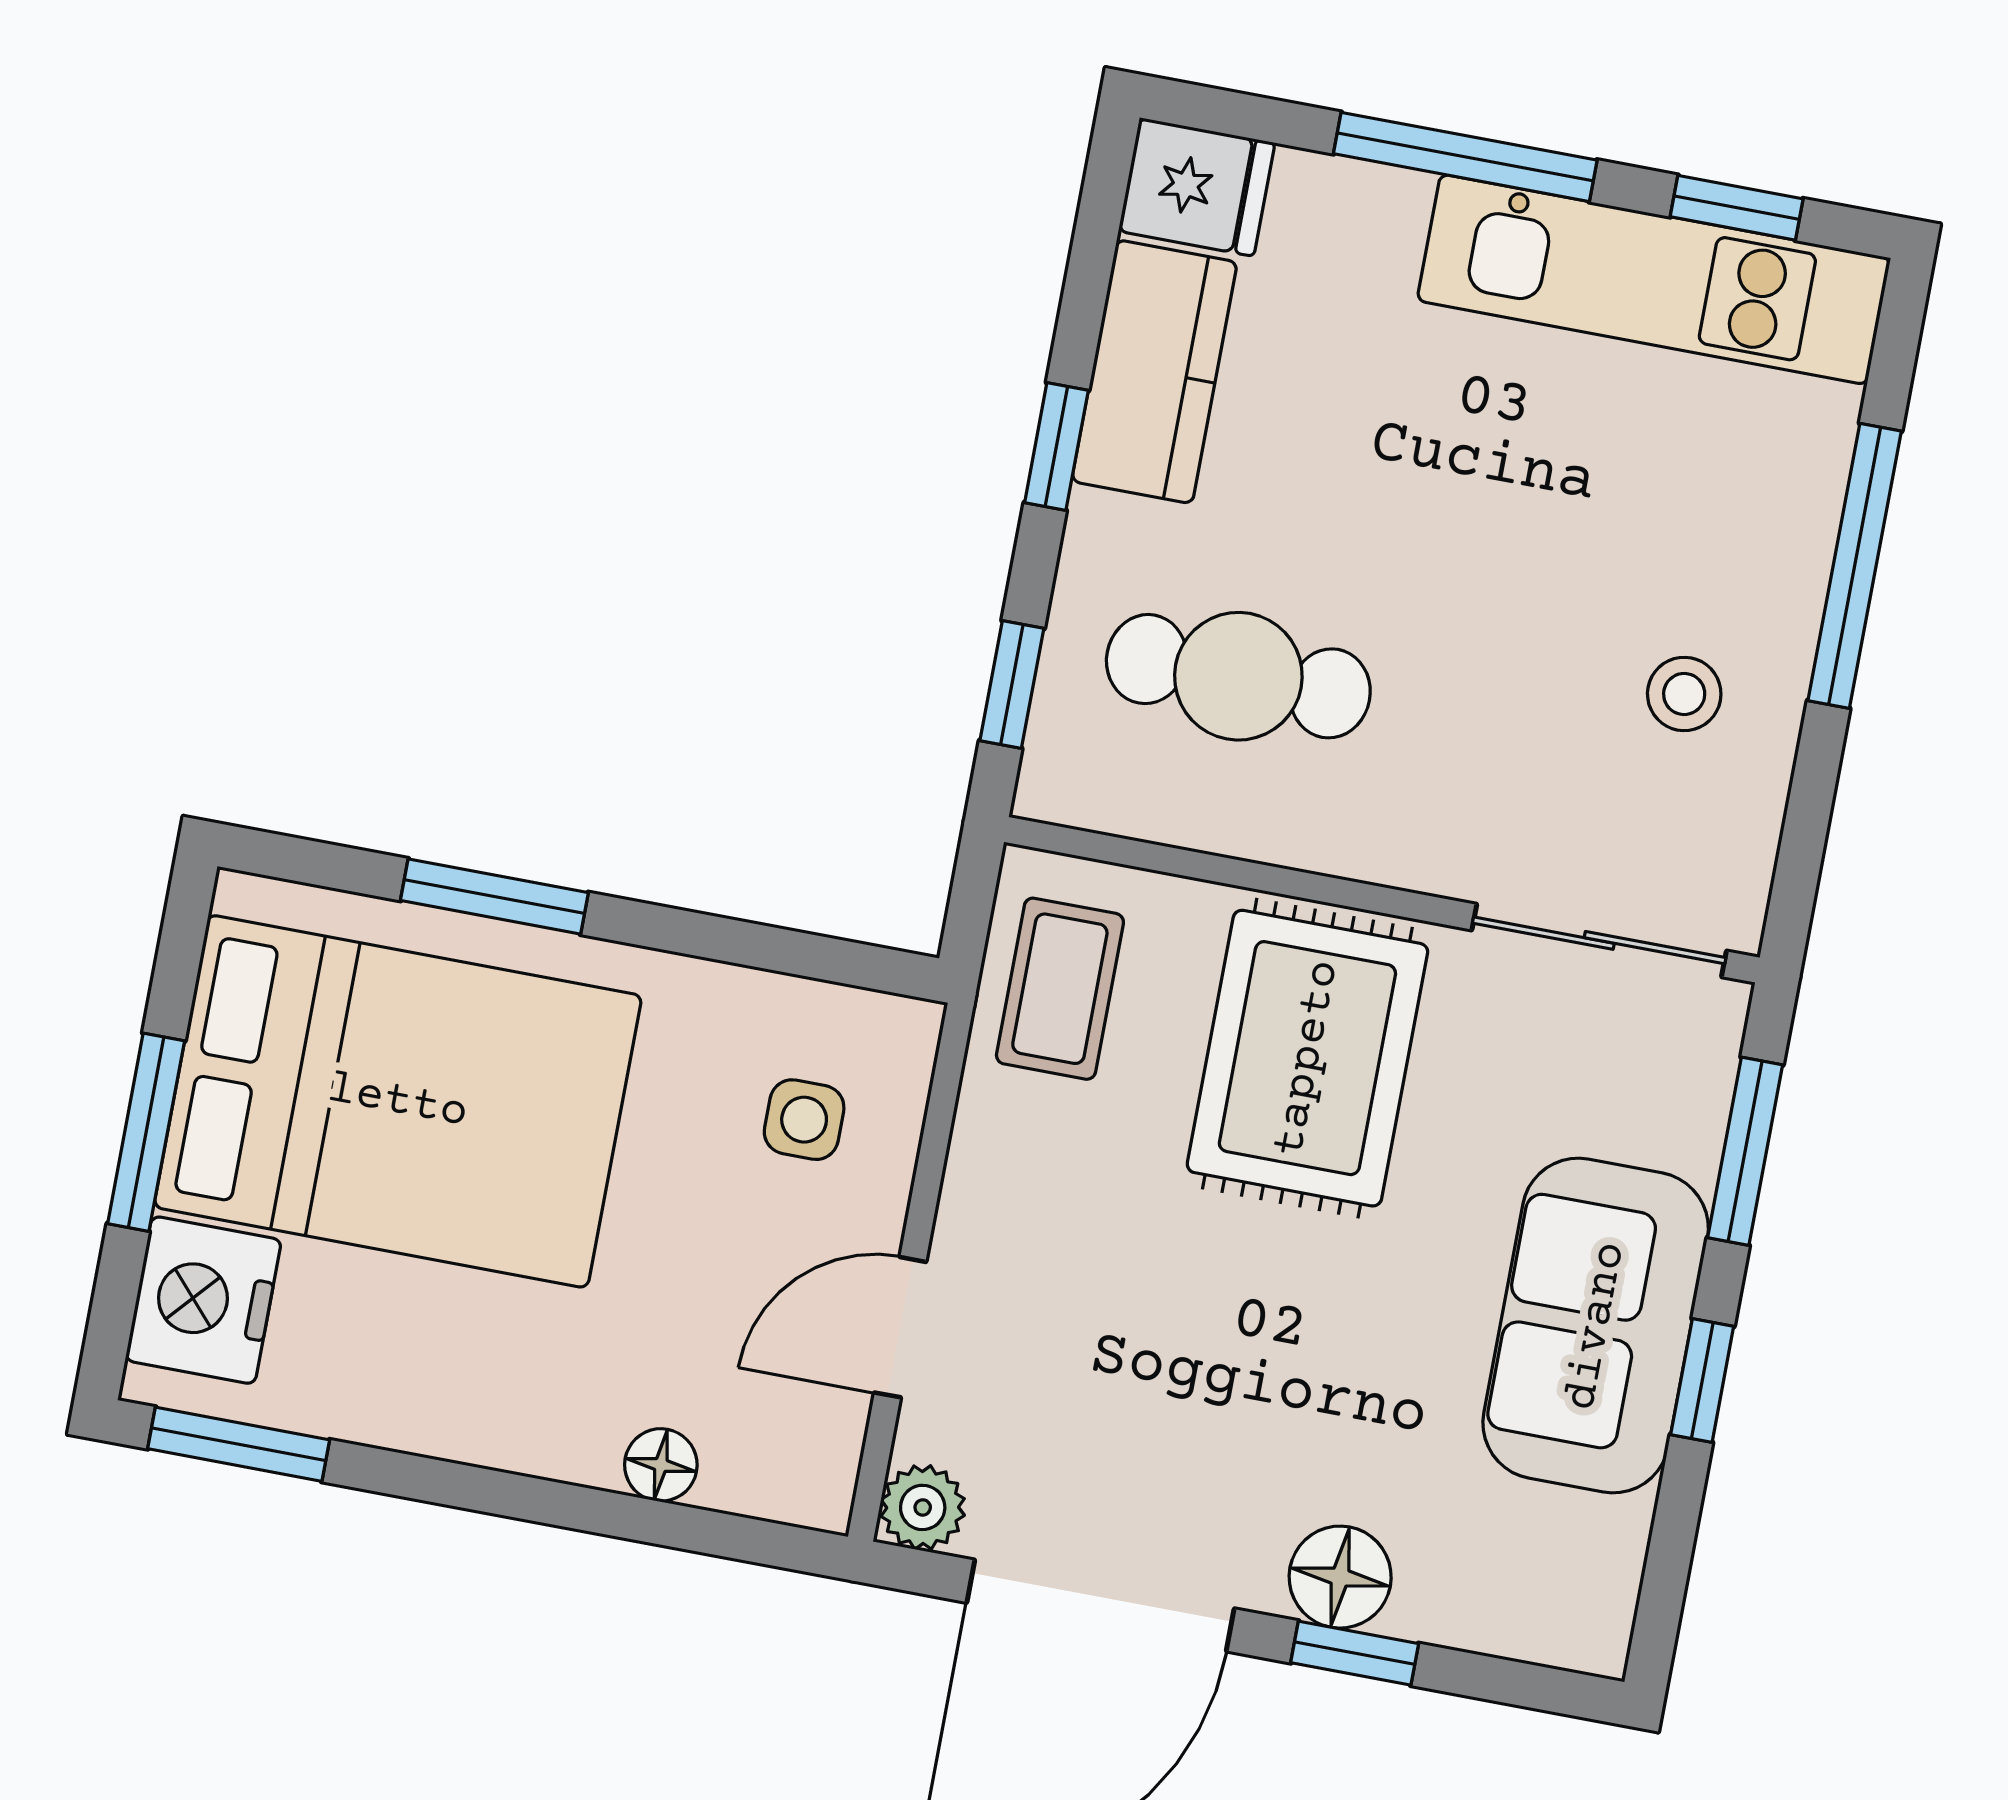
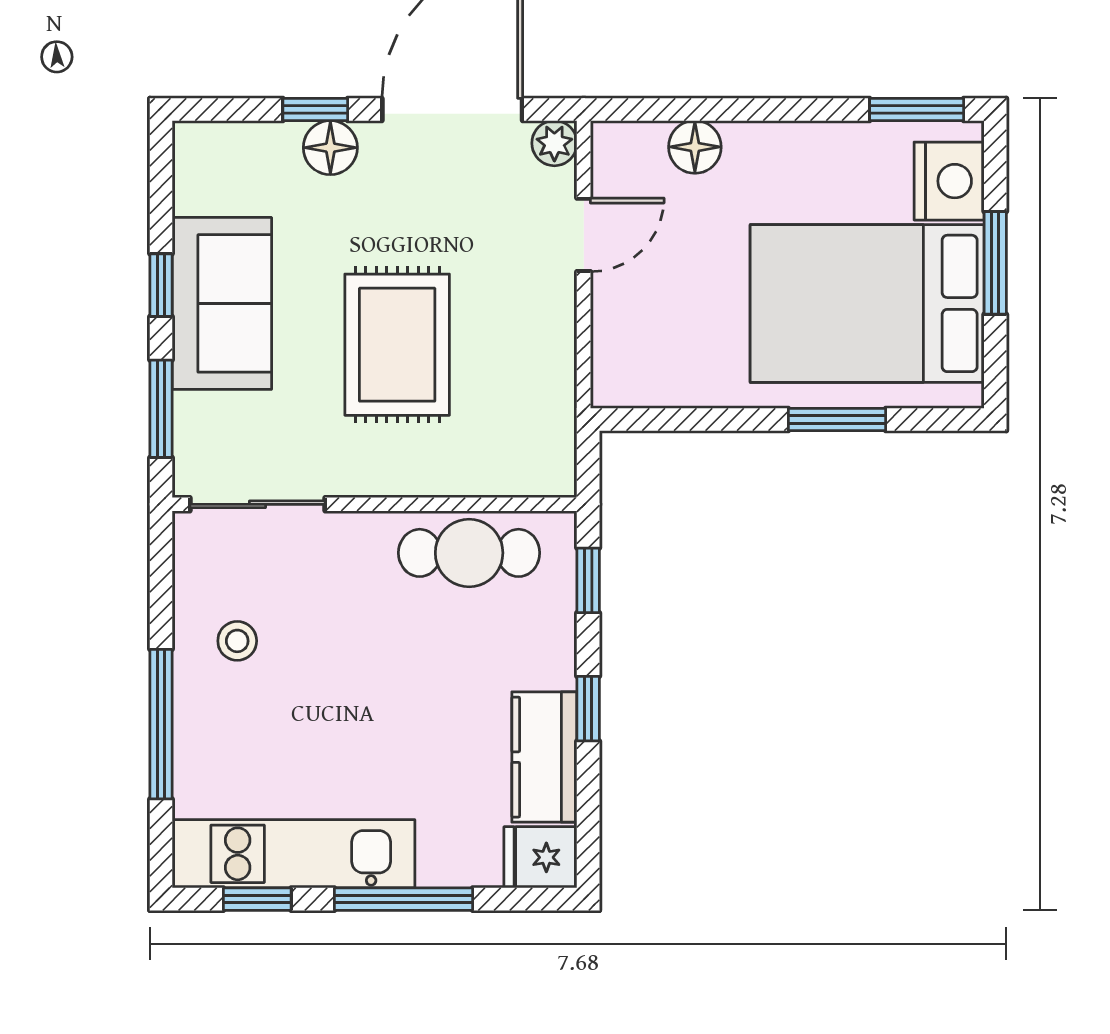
cafe table: (1238, 676) -> (469, 553), moved
coffee table: (1060, 989) -> (533, 427), removed
rug: (1307, 1058) -> (397, 345), moved
side table: (804, 1120) -> (654, 334), removed
floor lamp: (661, 1465) -> (695, 147), width x1.37, depth x1.37

